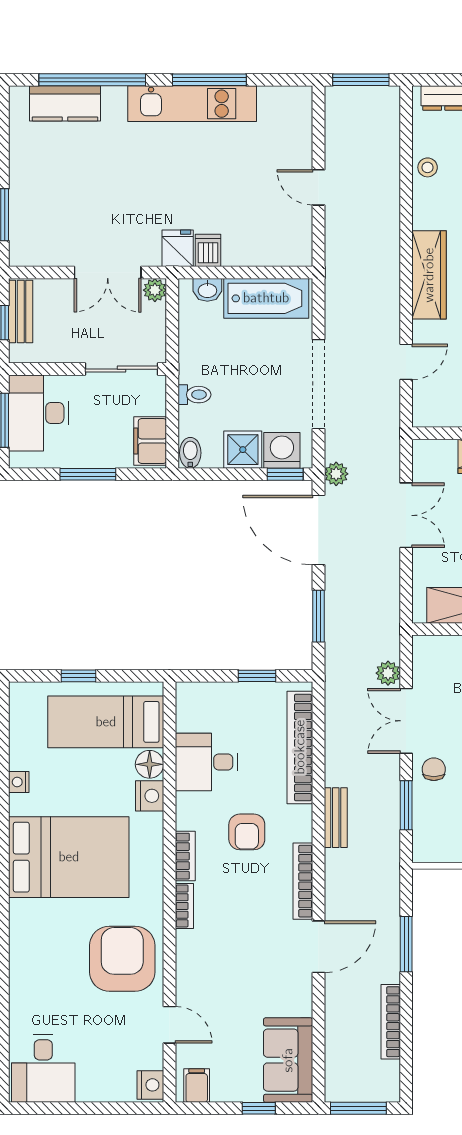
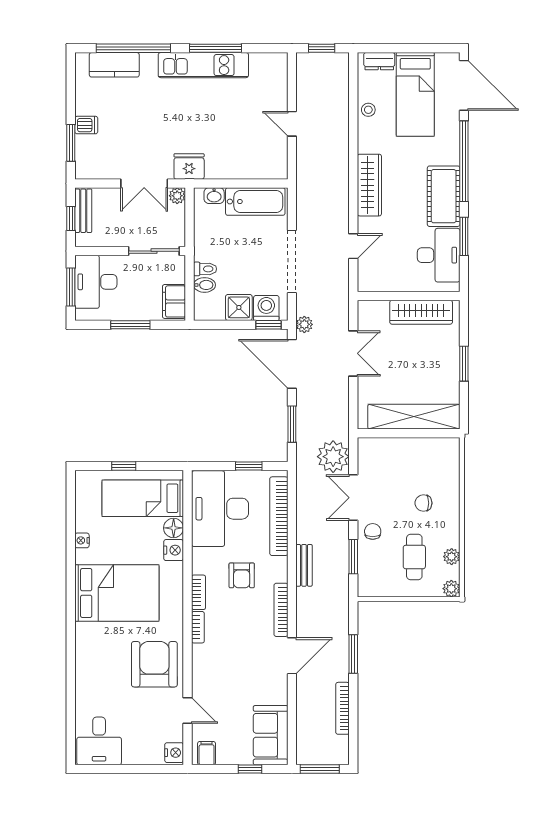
window: (361, 80) -> (322, 48), width x0.67
fridge: (178, 248) -> (189, 166), width x1.38
dishwasher: (208, 250) -> (86, 125), moved, turned 90
bidet: (190, 453) -> (204, 285), moved, turned 90
plant: (388, 673) -> (333, 457), width x1.87, depth x1.87
desk: (206, 762) -> (220, 509), width x1.87, depth x1.30

